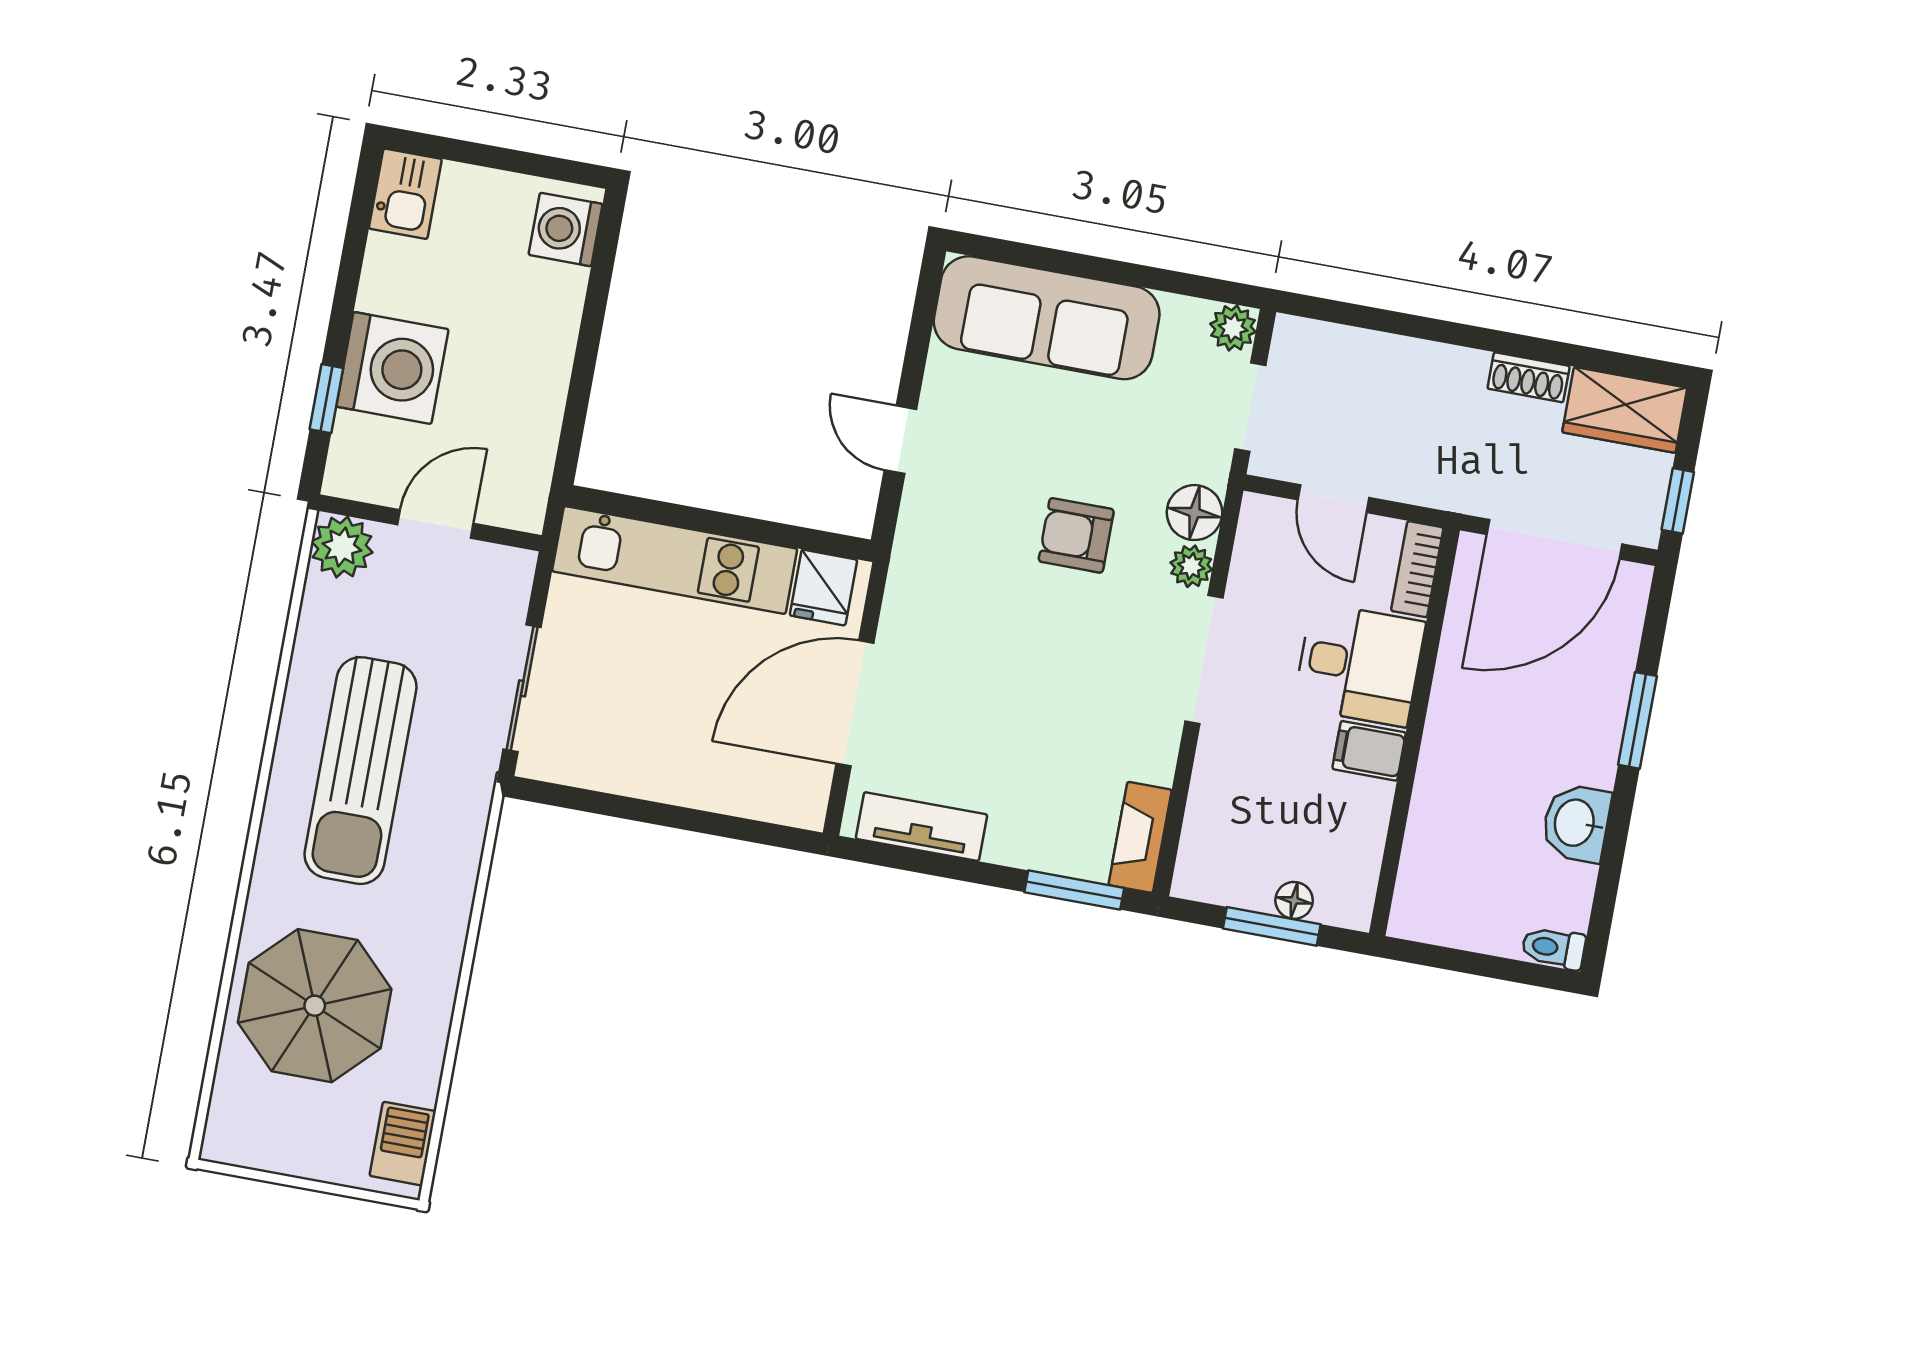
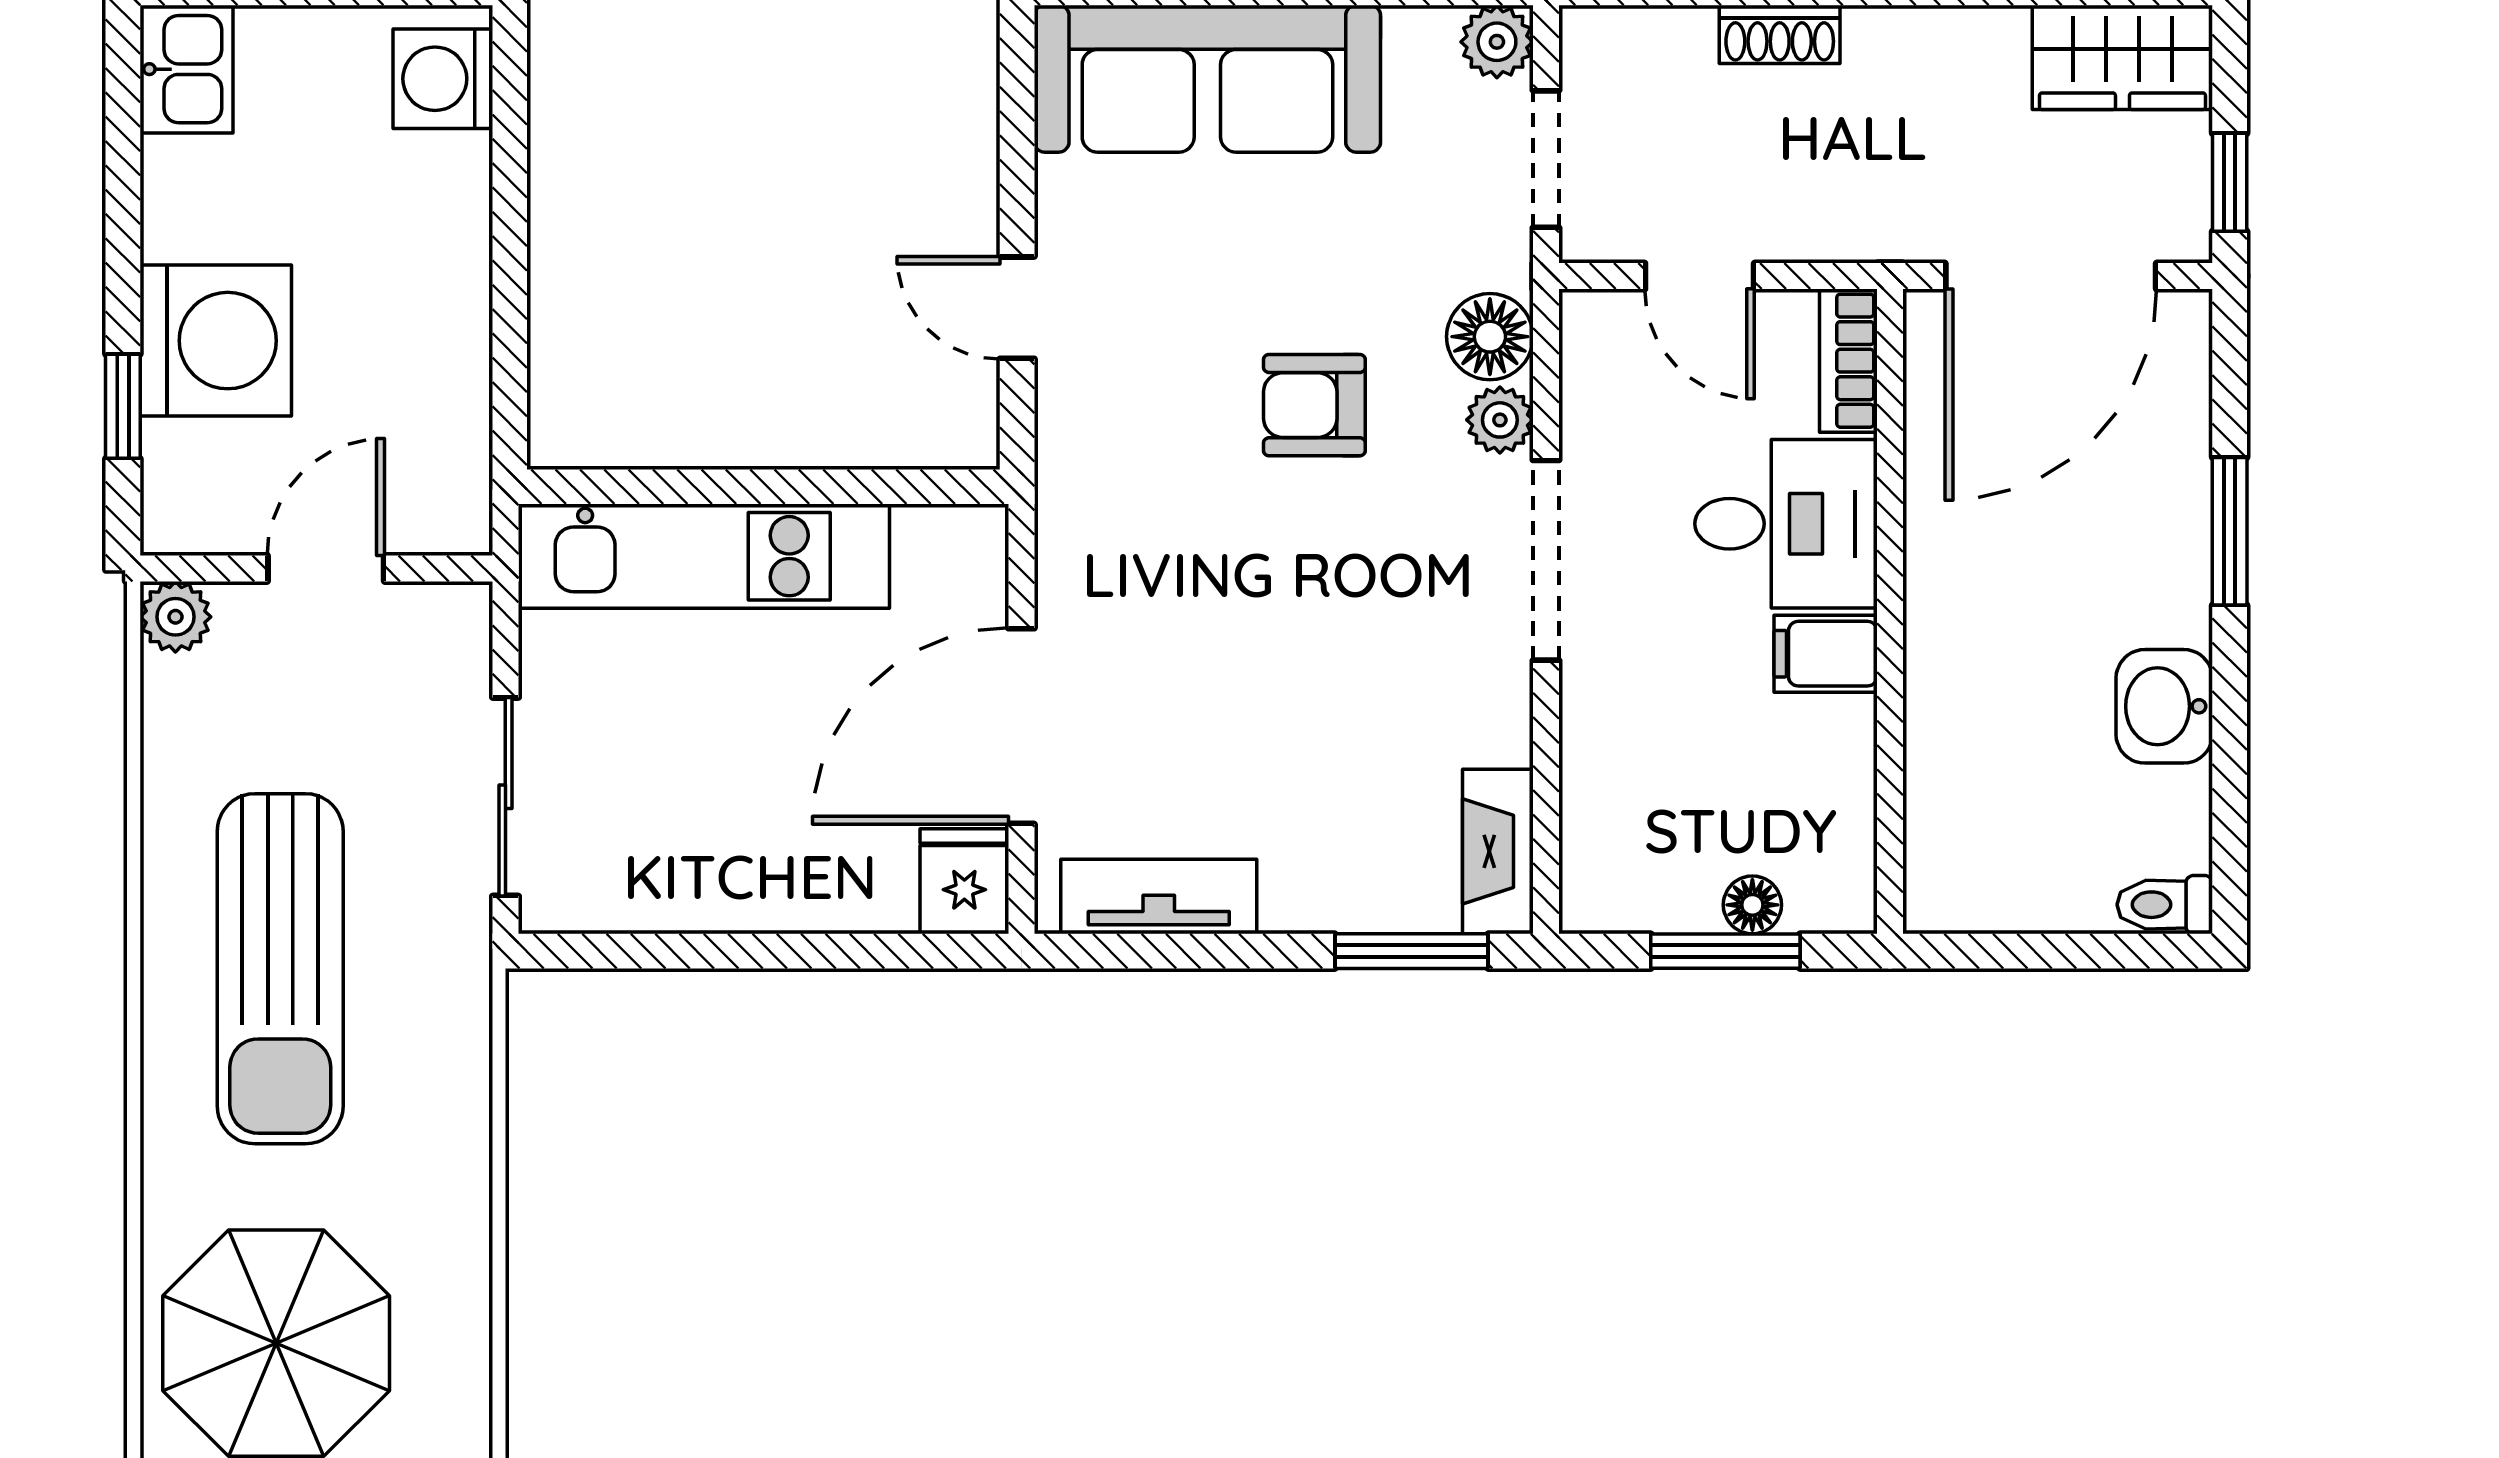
shoe rack: (1529, 377) -> (1780, 34), moved
plant: (342, 547) -> (175, 617), width x0.73, depth x0.73
fridge: (823, 588) -> (964, 881), moved, turned 180

